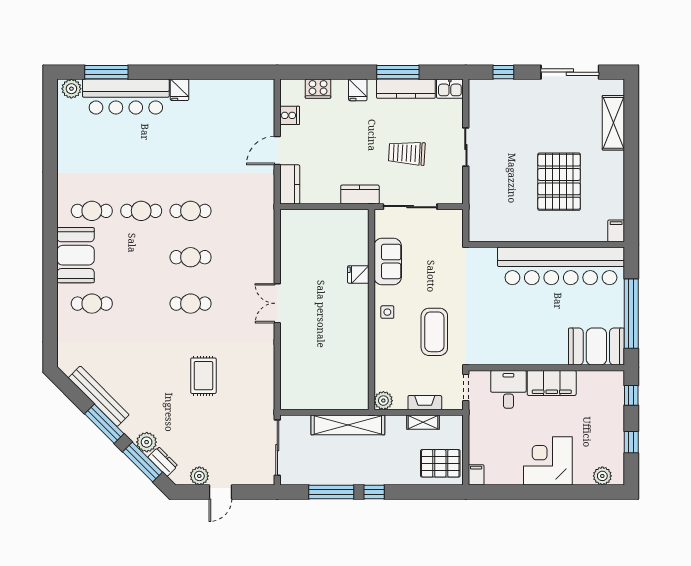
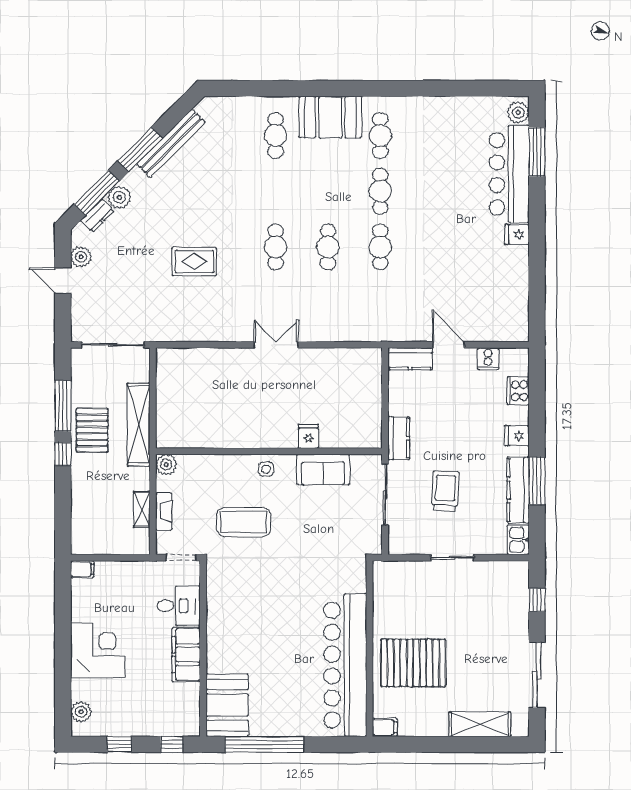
filing cabinet: (616, 231) -> (385, 727), moved
wall: (546, 244) -> (370, 649), moved
bar counter: (561, 266) -> (345, 665), moved
pallet: (440, 463) -> (92, 430), moved

